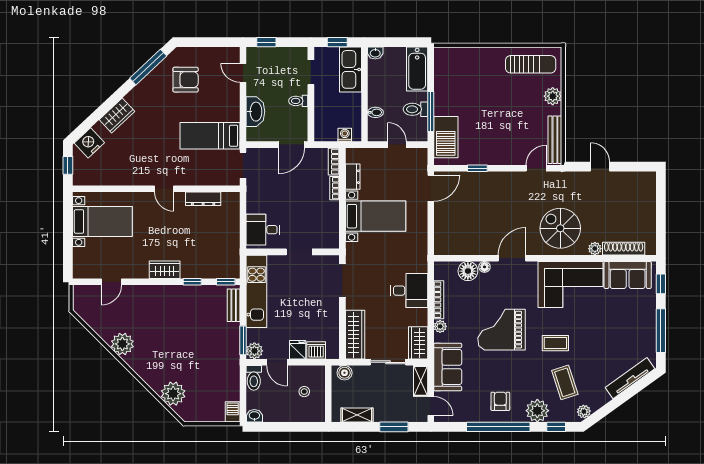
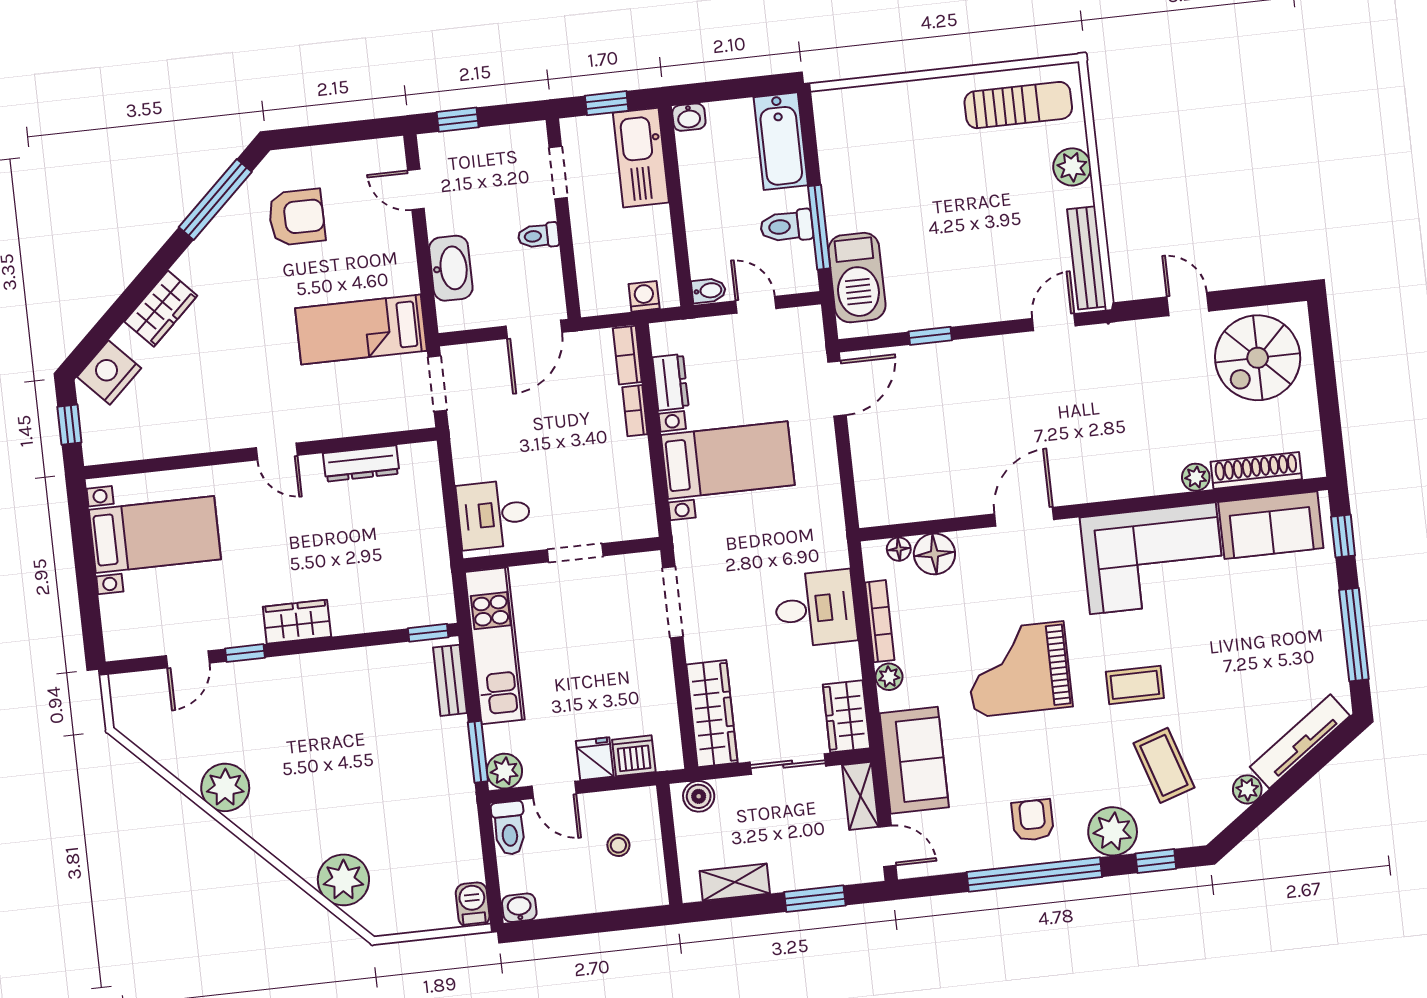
bidet: (375, 112) -> (709, 291), moved
spiral stairs: (560, 228) -> (1258, 358), moved, turned -90
floor lamp: (484, 267) -> (899, 549), moved
window: (192, 282) -> (245, 653), moved
plant: (584, 412) -> (1247, 789), moved

